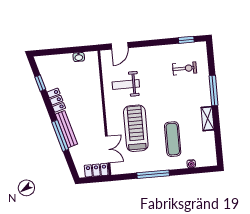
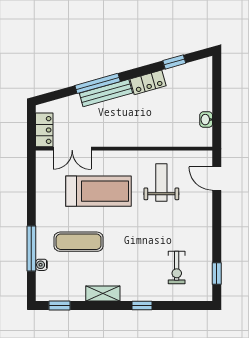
window: (214, 90) -> (142, 306), width x0.46
window: (219, 148) -> (60, 306), added
window: (153, 174) -> (31, 249), moved

